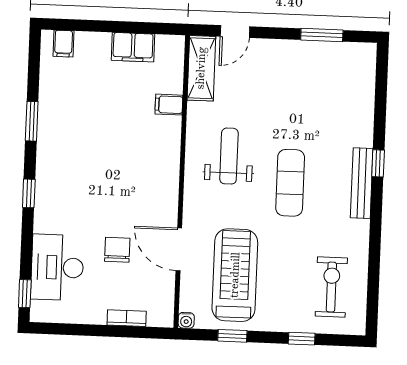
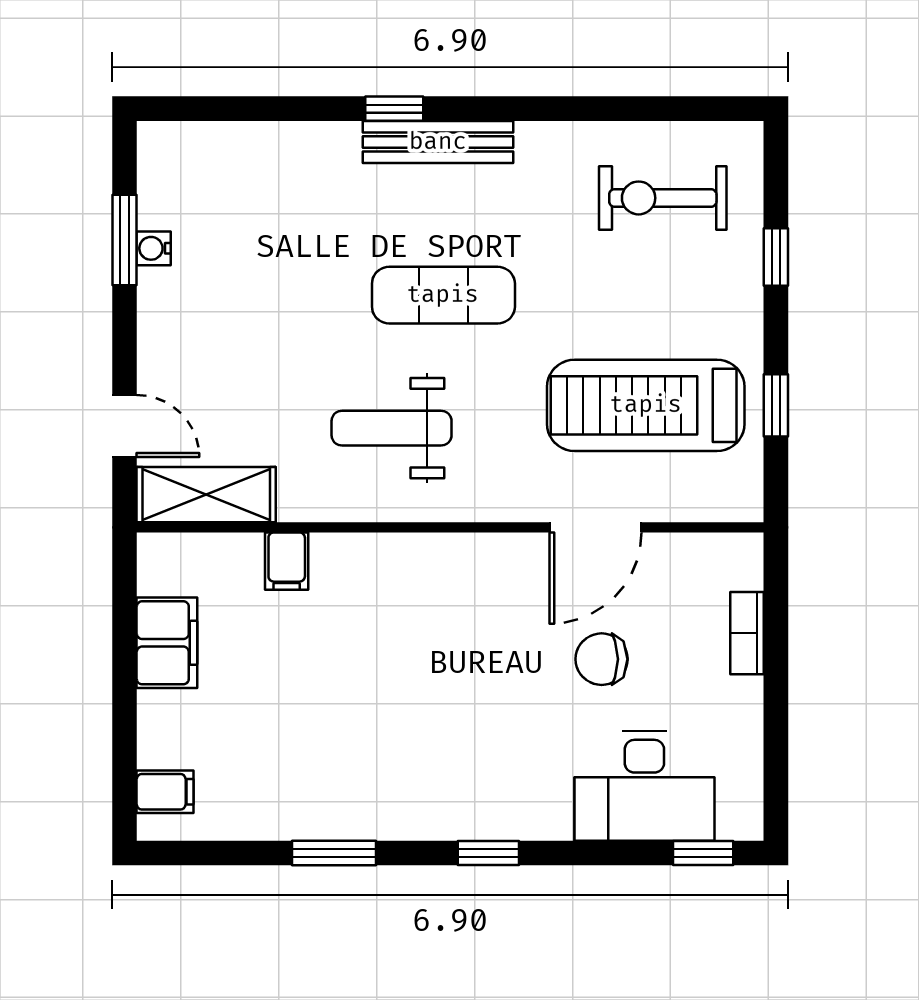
water cooler: (186, 320) -> (154, 248), moved, turned 180

